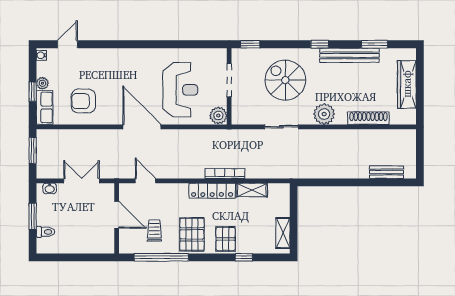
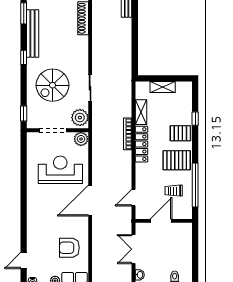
door: (68, 44) -> (24, 260), hinge flipped
armchair: (83, 101) -> (69, 248), turned 90
plant: (324, 114) -> (80, 118), moved
shelving: (283, 233) -> (163, 87), moved

